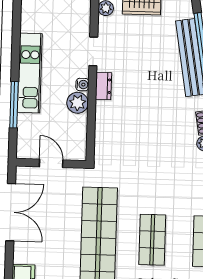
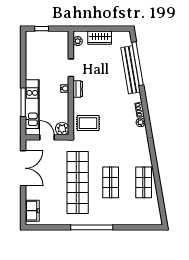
kitchen unit: (30, 73) -> (32, 104), moved
plant: (78, 103) -> (62, 129), moved
rug: (119, 142) -> (88, 123), added

